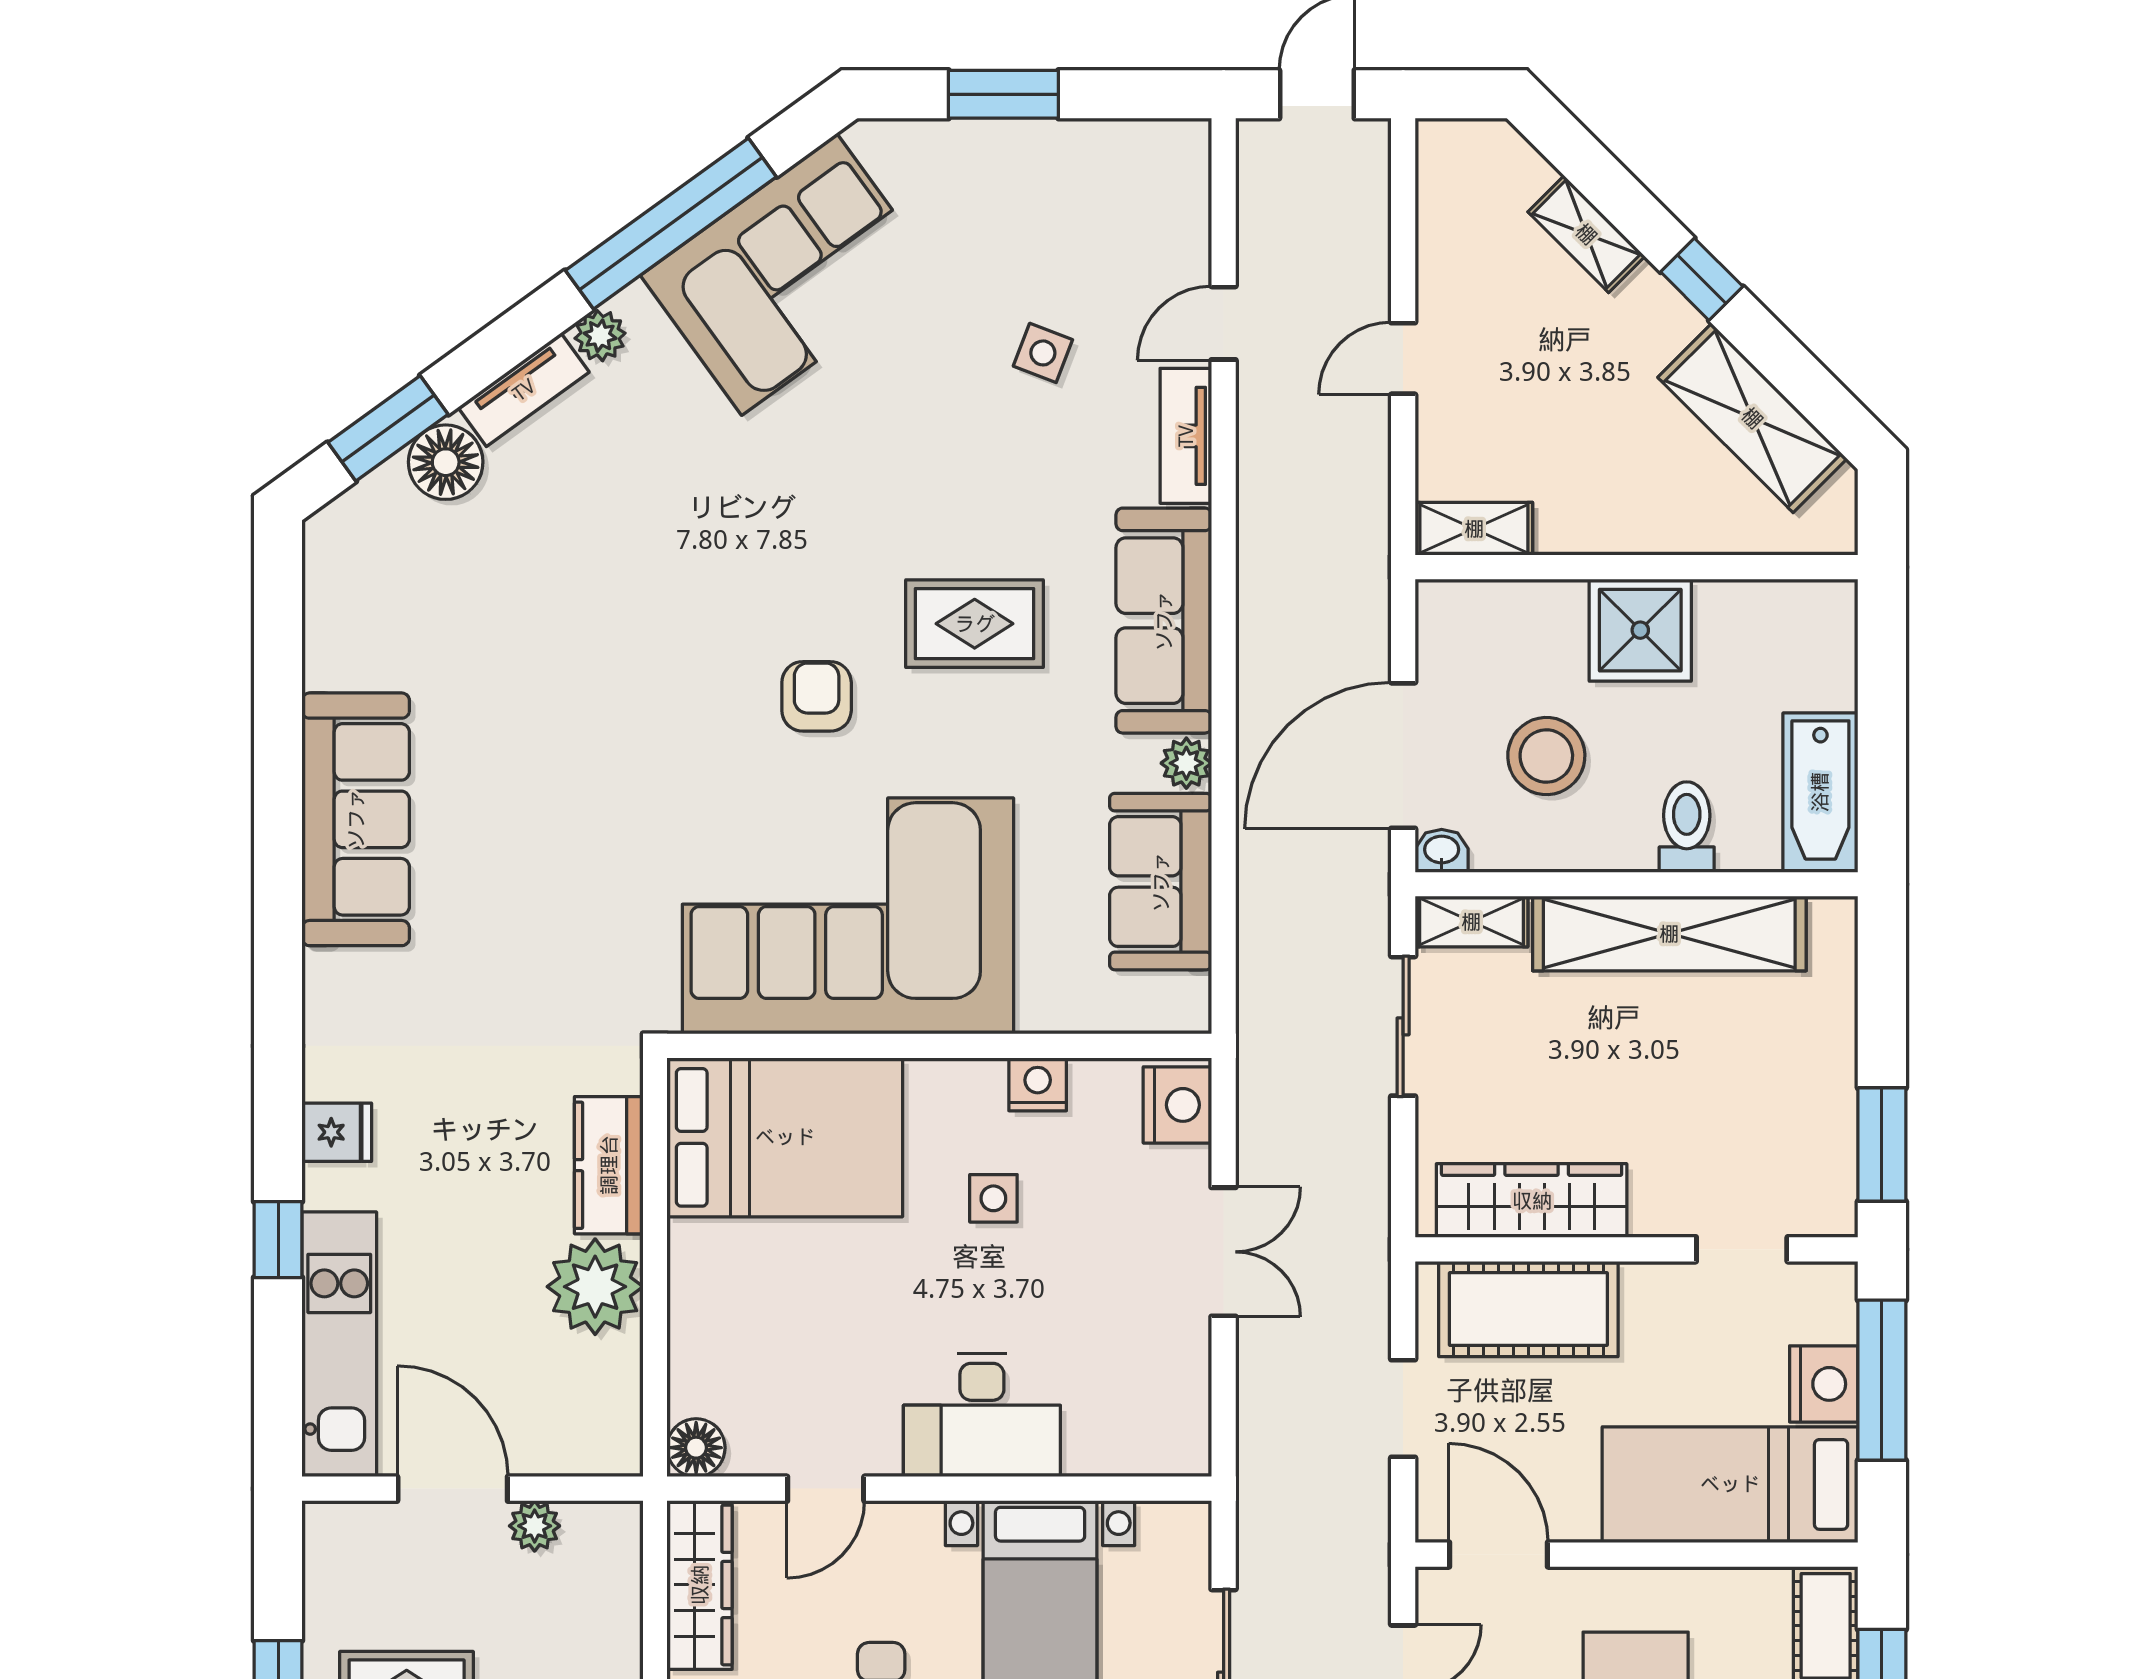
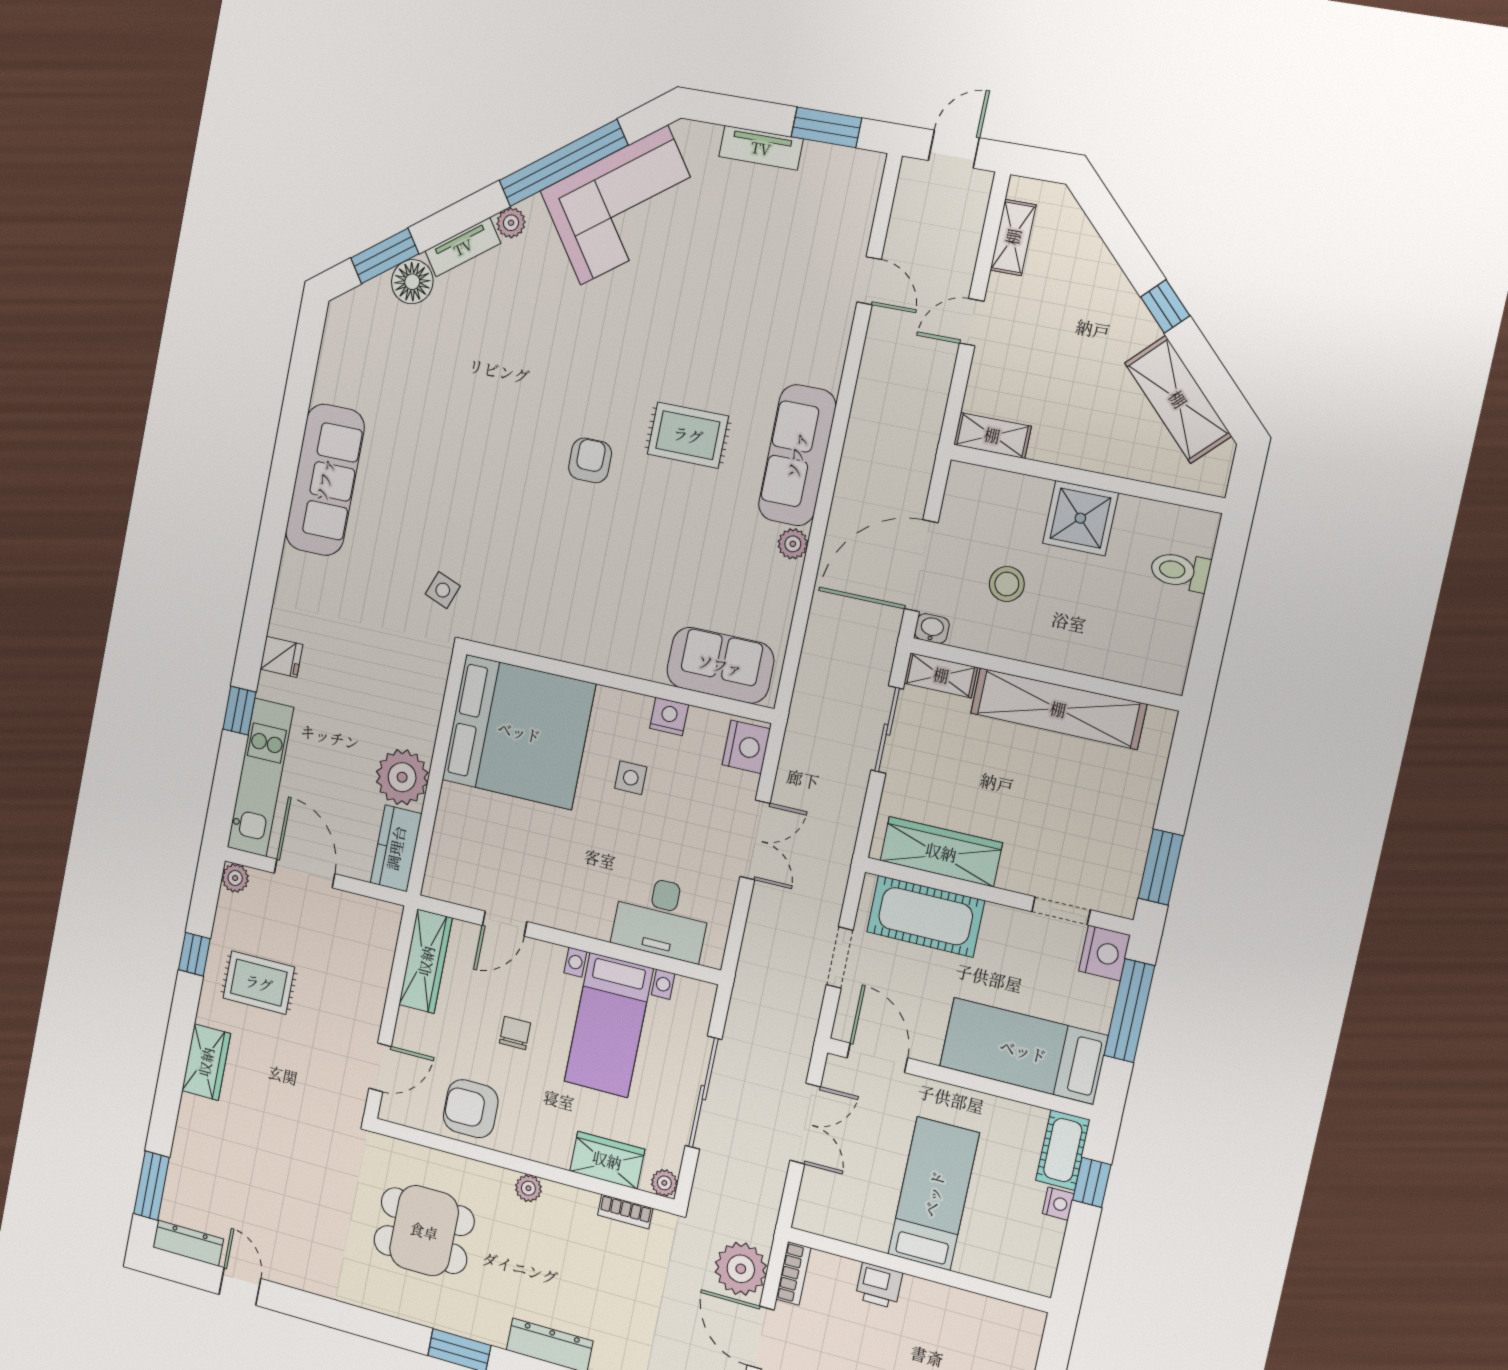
window: (1003, 94) -> (826, 127), moved
shelving: (1586, 234) -> (1013, 237), moved, turned 45
door: (1224, 323) -> (869, 281), swing flipped
side table: (1043, 353) -> (443, 590), moved
tv unit: (1186, 436) -> (761, 148), moved, turned -90
stool: (1546, 756) -> (1007, 584), width x0.73, depth x0.73
bathtub: (1820, 792) -> (1170, 642), removed
toilet: (1687, 827) -> (1180, 571), moved, turned -90
sofa: (1161, 882) -> (720, 665), moved, turned 90
corner sofa: (848, 916) -> (582, 594), removed
bed: (785, 1137) -> (519, 732), width x1.36
kitchen counter: (609, 1165) -> (396, 848), moved
nightstand: (1824, 1384) -> (1104, 953), moved
desk: (982, 1415) -> (661, 918), moved
floor lamp: (696, 1448) -> (439, 883), removed
plant: (535, 1526) -> (235, 878), moved

